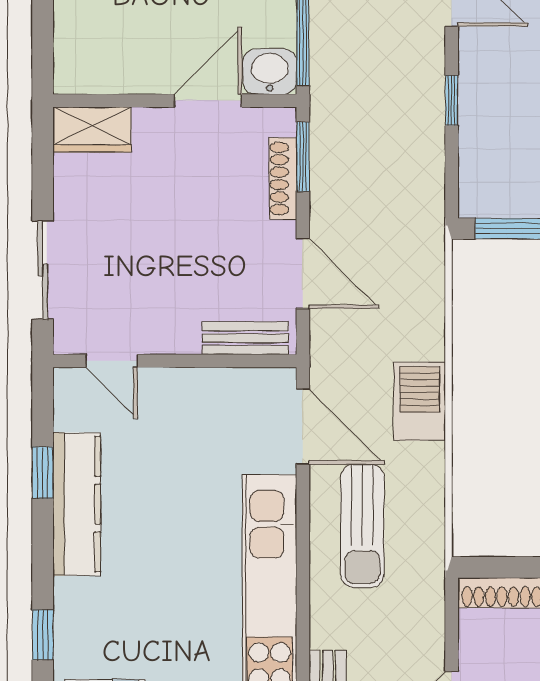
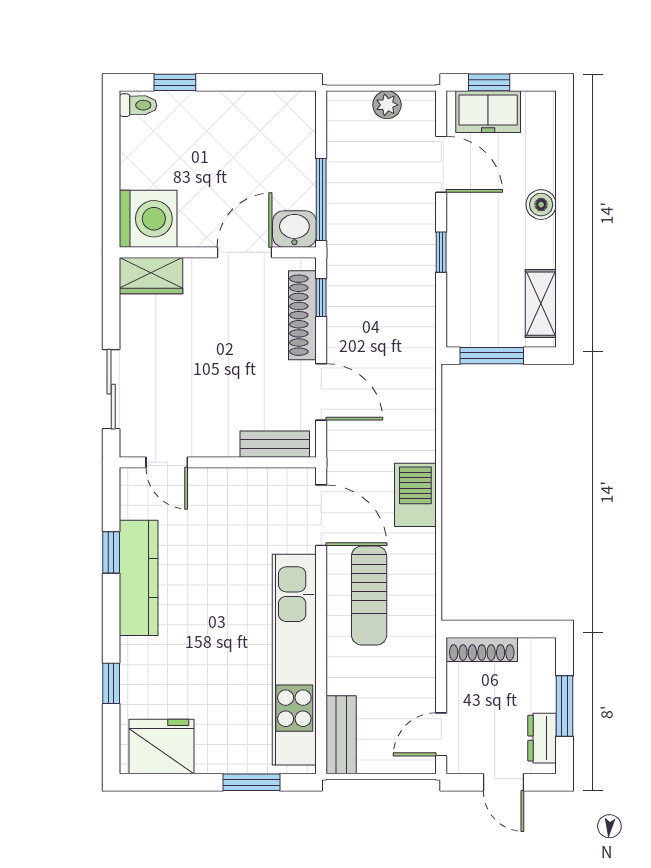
washing machine: (88, 59) -> (148, 219), added
window: (303, 157) -> (321, 298), width x0.67
shoe rack: (283, 178) -> (302, 315), width x1.36, depth x1.24

